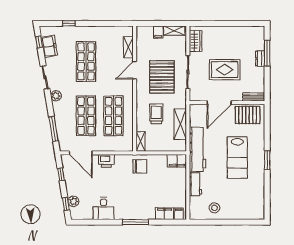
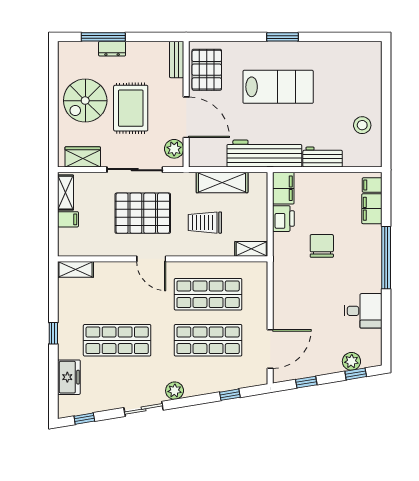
window: (69, 23) -> (53, 333), moved
spiral stairs: (229, 42) -> (85, 101), added
freezer: (49, 46) -> (69, 377), moved, turned 99
shelving: (128, 47) -> (76, 269), moved
door: (135, 70) -> (151, 259), moved
plant: (200, 96) -> (174, 149), added
window: (54, 129) -> (230, 395), width x0.46
printer: (106, 161) -> (283, 219), moved
chair: (140, 166) -> (322, 246), moved
window: (135, 222) -> (386, 258), width x1.46

